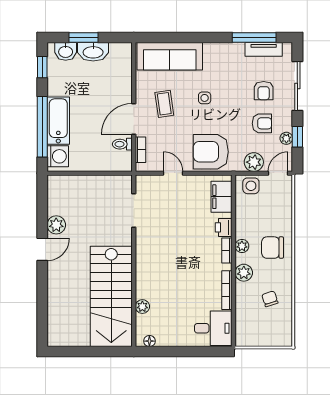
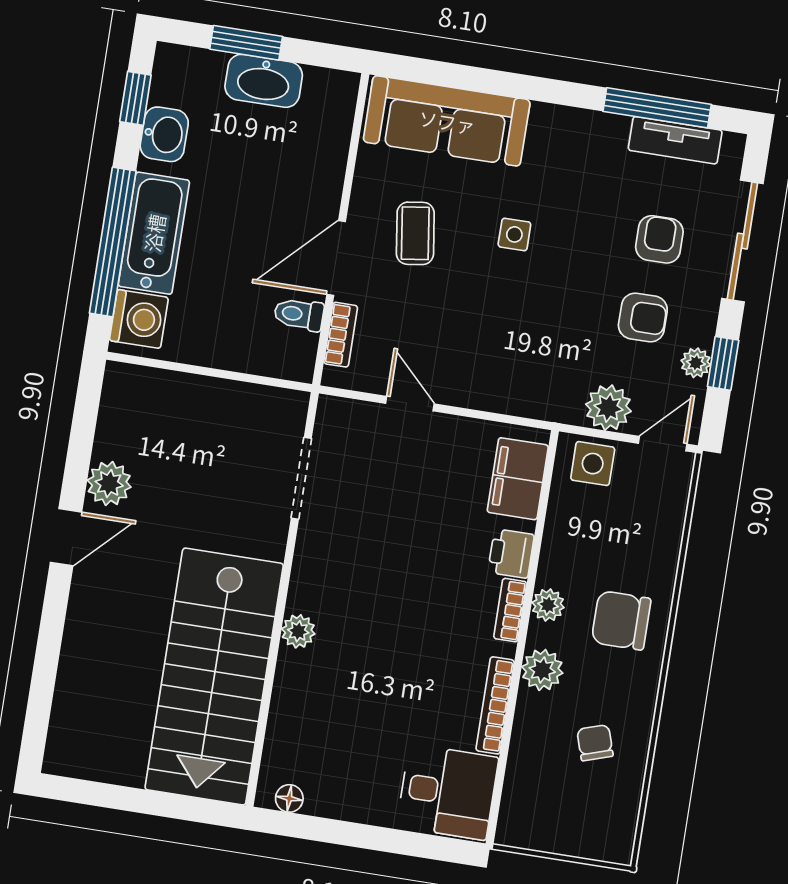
washbasin: (66, 51) -> (164, 134), moved, turned -90
armchair: (264, 91) -> (659, 239), turned 180
armchair: (211, 152) -> (509, 366), removed
plant: (142, 307) -> (298, 631), moved

